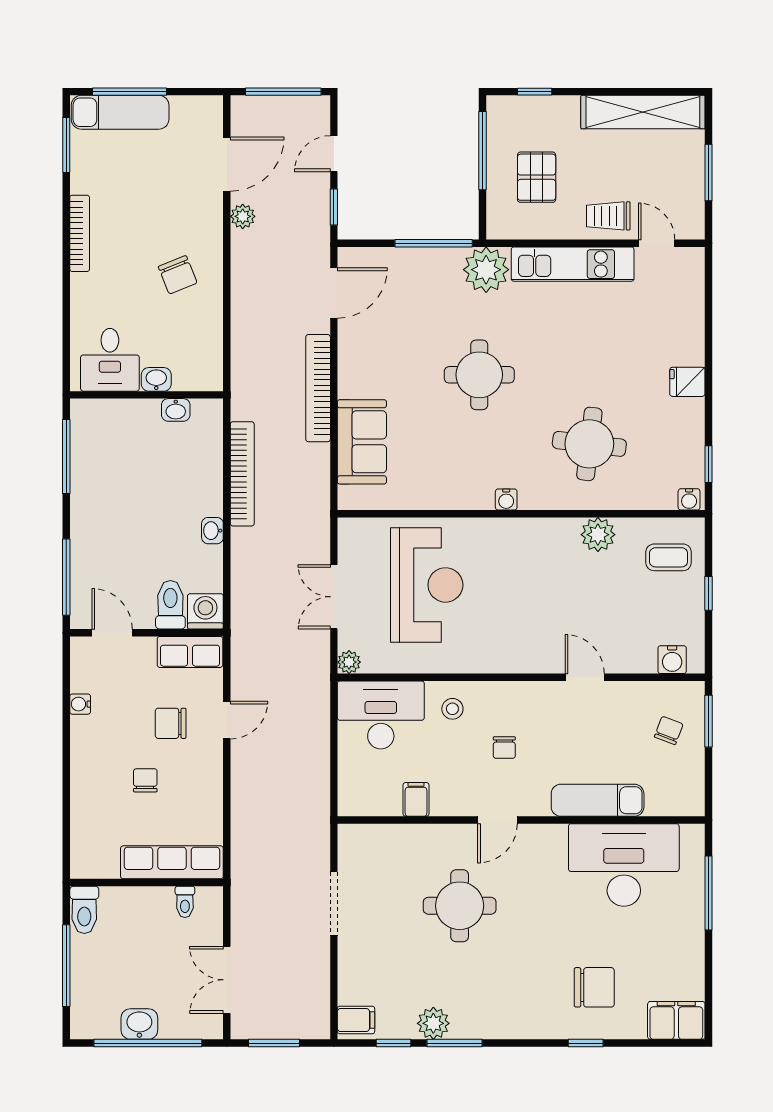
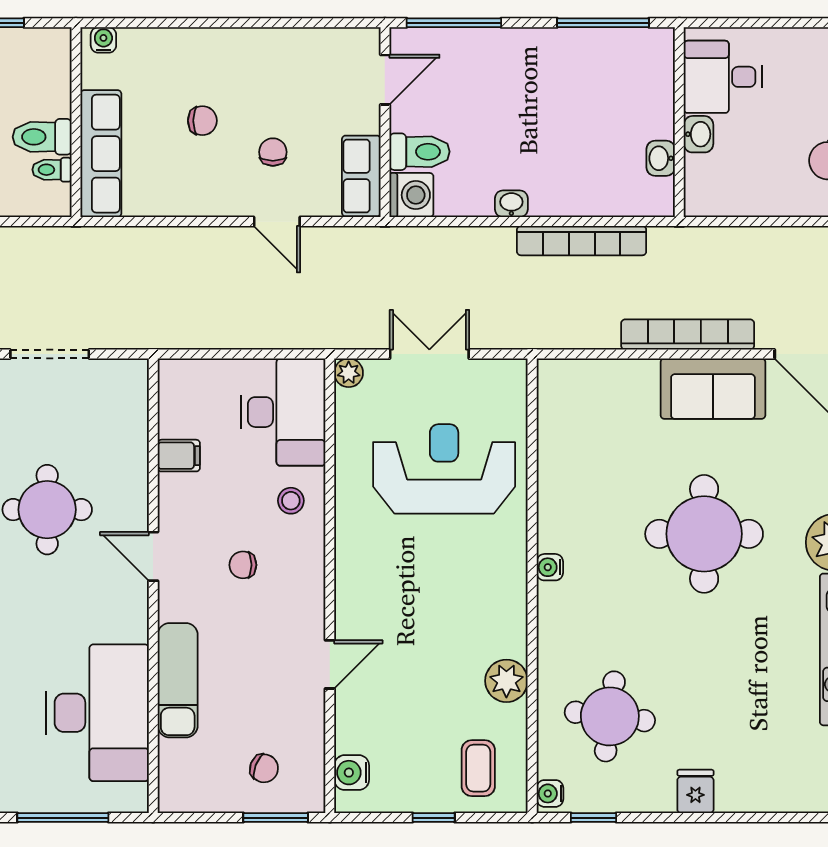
round table: (479, 375) -> (704, 534), width x1.36, depth x1.36
sofa: (362, 442) -> (713, 389), moved
round table: (589, 444) -> (610, 716), moved
reception desk: (427, 585) -> (444, 469), turned 180
water cooler: (80, 704) -> (103, 40), moved
chair: (171, 723) -> (273, 152), width x0.73, depth x0.73
toilet: (84, 910) -> (42, 137), moved

